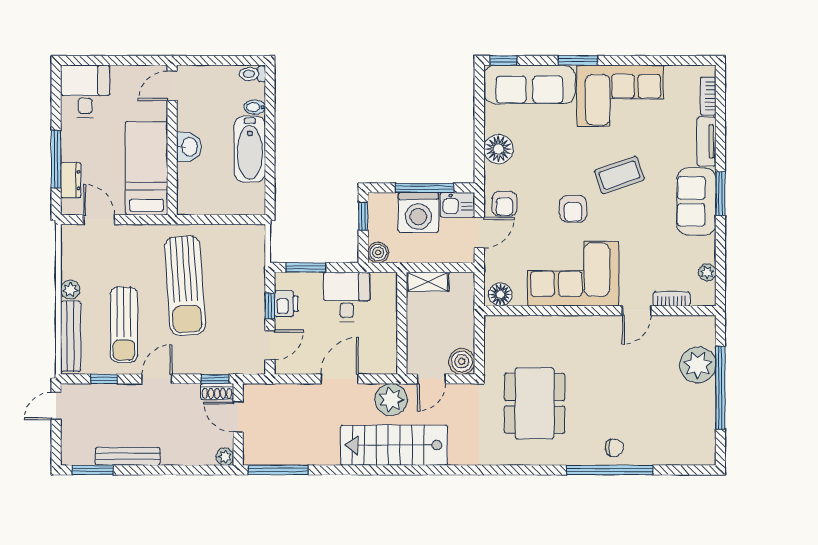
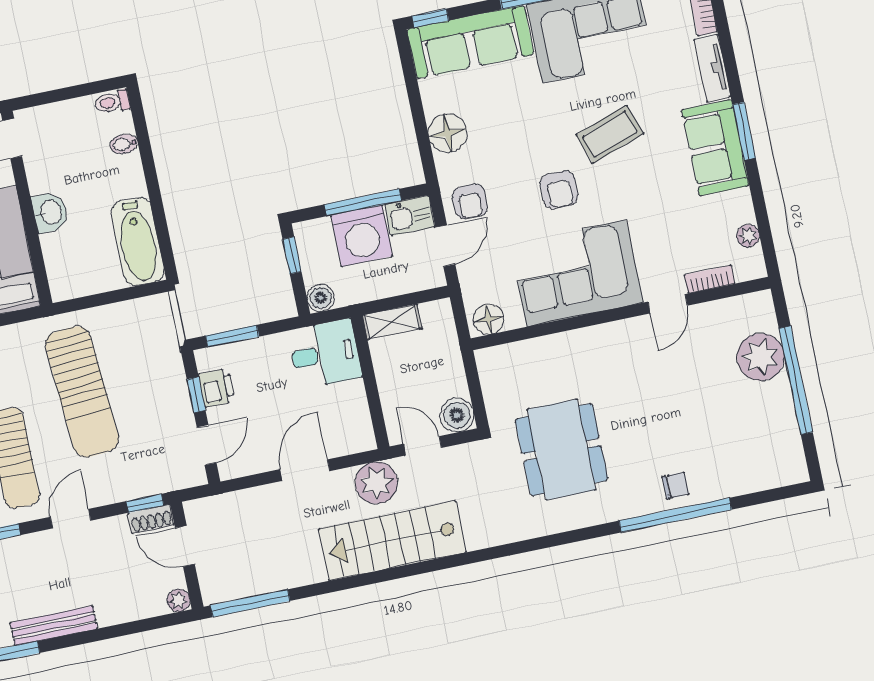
bathtub: (250, 149) -> (138, 242), moved
desk: (347, 297) -> (325, 354), moved, turned 90
door: (431, 379) -> (423, 446), swing flipped

